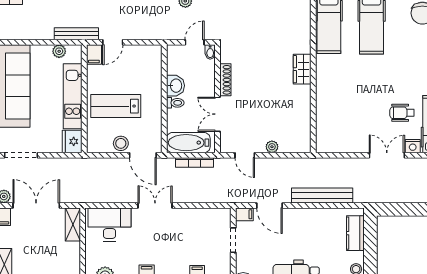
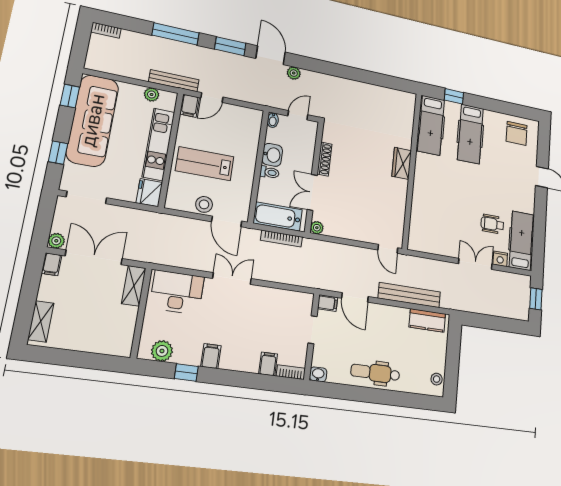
bidet: (210, 52) -> (273, 120), moved
plant: (272, 147) -> (317, 228), moved
door: (245, 155) -> (388, 249), moved
kitchen counter: (355, 233) -> (427, 320), moved, turned -90

